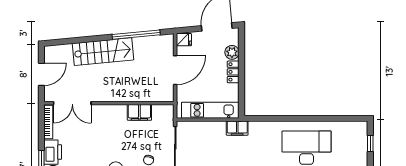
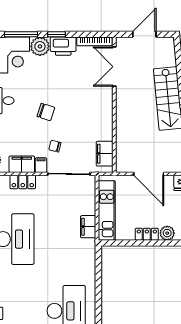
door: (41, 74) -> (144, 34), swing flipped
filing cabinet: (139, 112) -> (105, 154), moved
filing cabinet: (237, 128) -> (88, 227), moved

